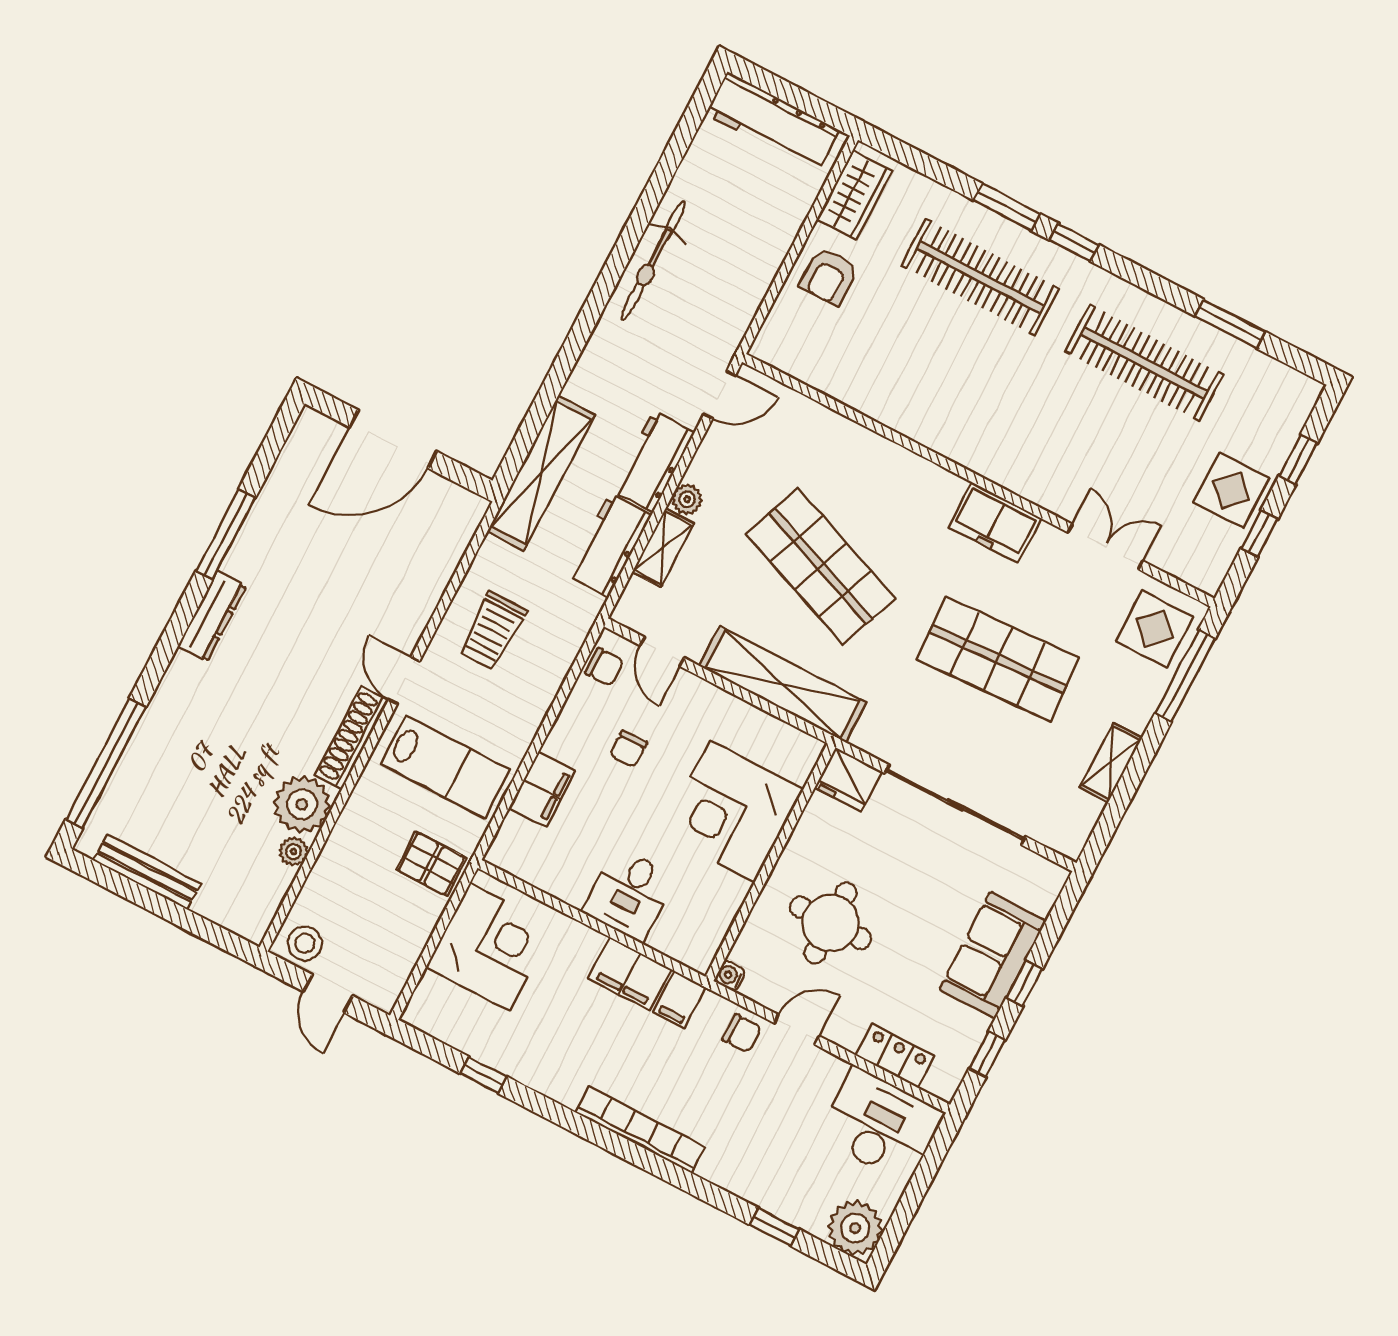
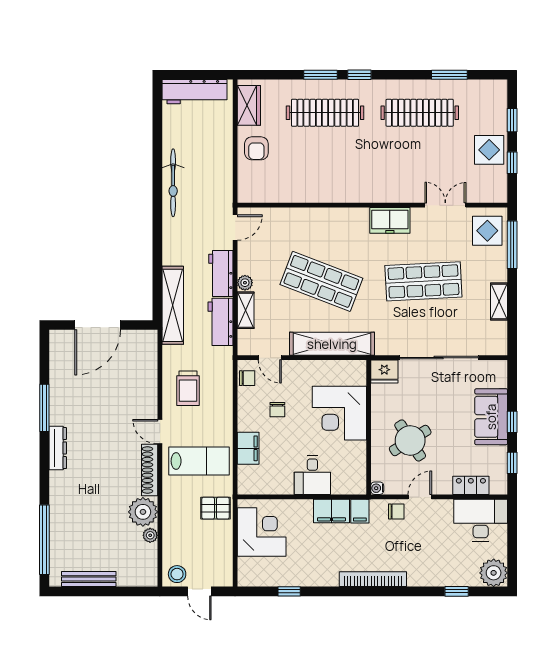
round table: (831, 923) -> (410, 440), turned -32

